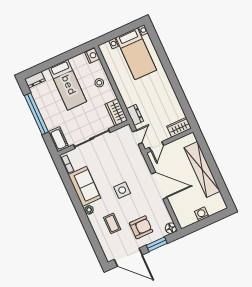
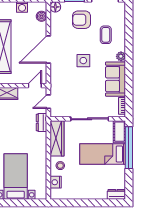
nightstand: (92, 56) -> (56, 182), moved
bed: (68, 85) -> (103, 154), moved, turned -90
wardrobe: (116, 112) -> (57, 138), width x1.50
window: (36, 114) -> (129, 148), moved
door: (159, 186) -> (48, 50), hinge flipped
boiler: (180, 214) -> (42, 16), added

